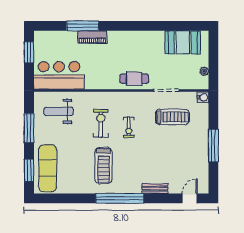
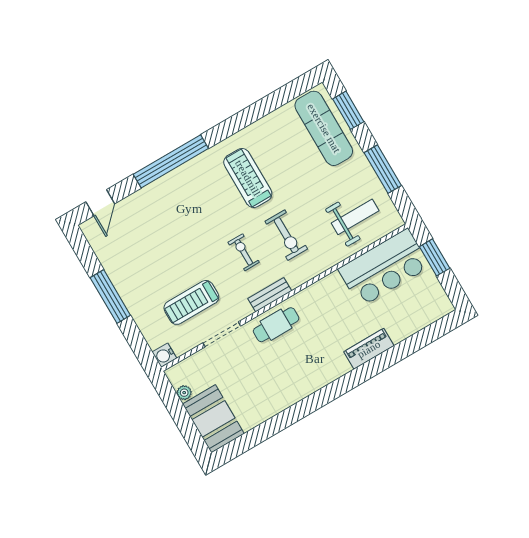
window: (83, 26) -> (391, 357), removed
booth: (183, 42) -> (213, 419), moved, turned 90
window: (29, 52) -> (435, 257), moved
bench: (155, 189) -> (270, 295), moved
window: (120, 198) -> (171, 161), moved

